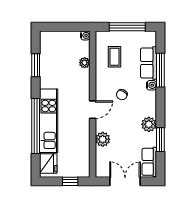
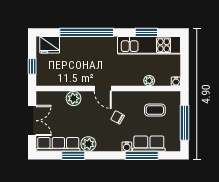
kitchen unit: (49, 121) -> (149, 45), moved
row of seats: (149, 162) -> (58, 144), width x1.48

